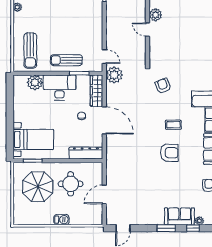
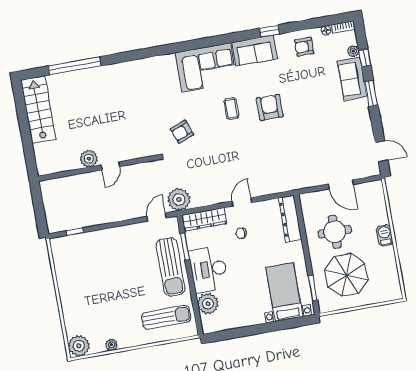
sun lounger: (66, 60) -> (171, 267), width x1.36, depth x1.34
door: (104, 120) -> (242, 202), width x0.53

